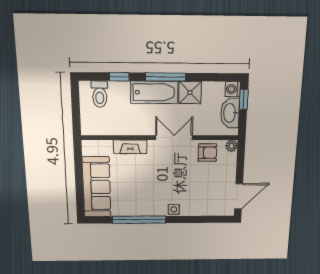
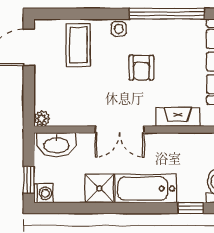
window: (166, 77) -> (131, 208), removed
washbasin: (230, 113) -> (56, 145), moved, turned 90
armchair: (207, 153) -> (141, 68), moved, turned -90
coffee table: (203, 198) -> (78, 45), added

